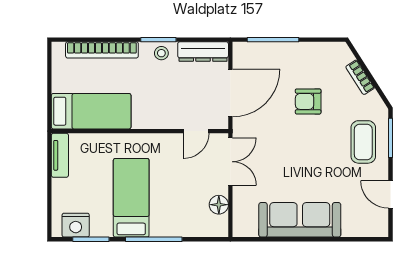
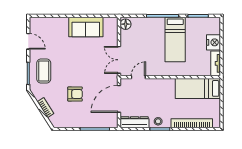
floor lamp: (219, 205) -> (126, 24), moved
sofa: (300, 220) -> (86, 27), width x0.73
nightstand: (76, 225) -> (214, 42), moved, turned 90

